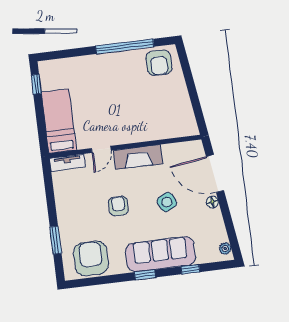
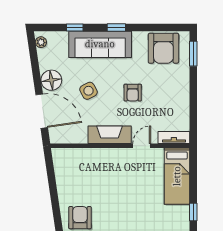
floor lamp: (212, 202) -> (51, 80), width x1.89, depth x1.89
window: (56, 240) -> (193, 54), moved

